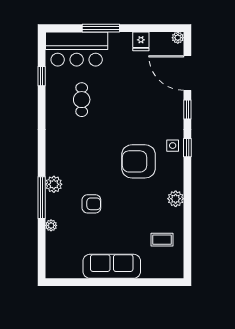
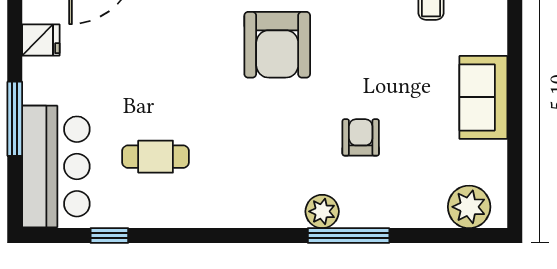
plant: (51, 225) -> (469, 207), moved, width x1.88, depth x1.88
sofa: (112, 266) -> (483, 97), width x0.73

